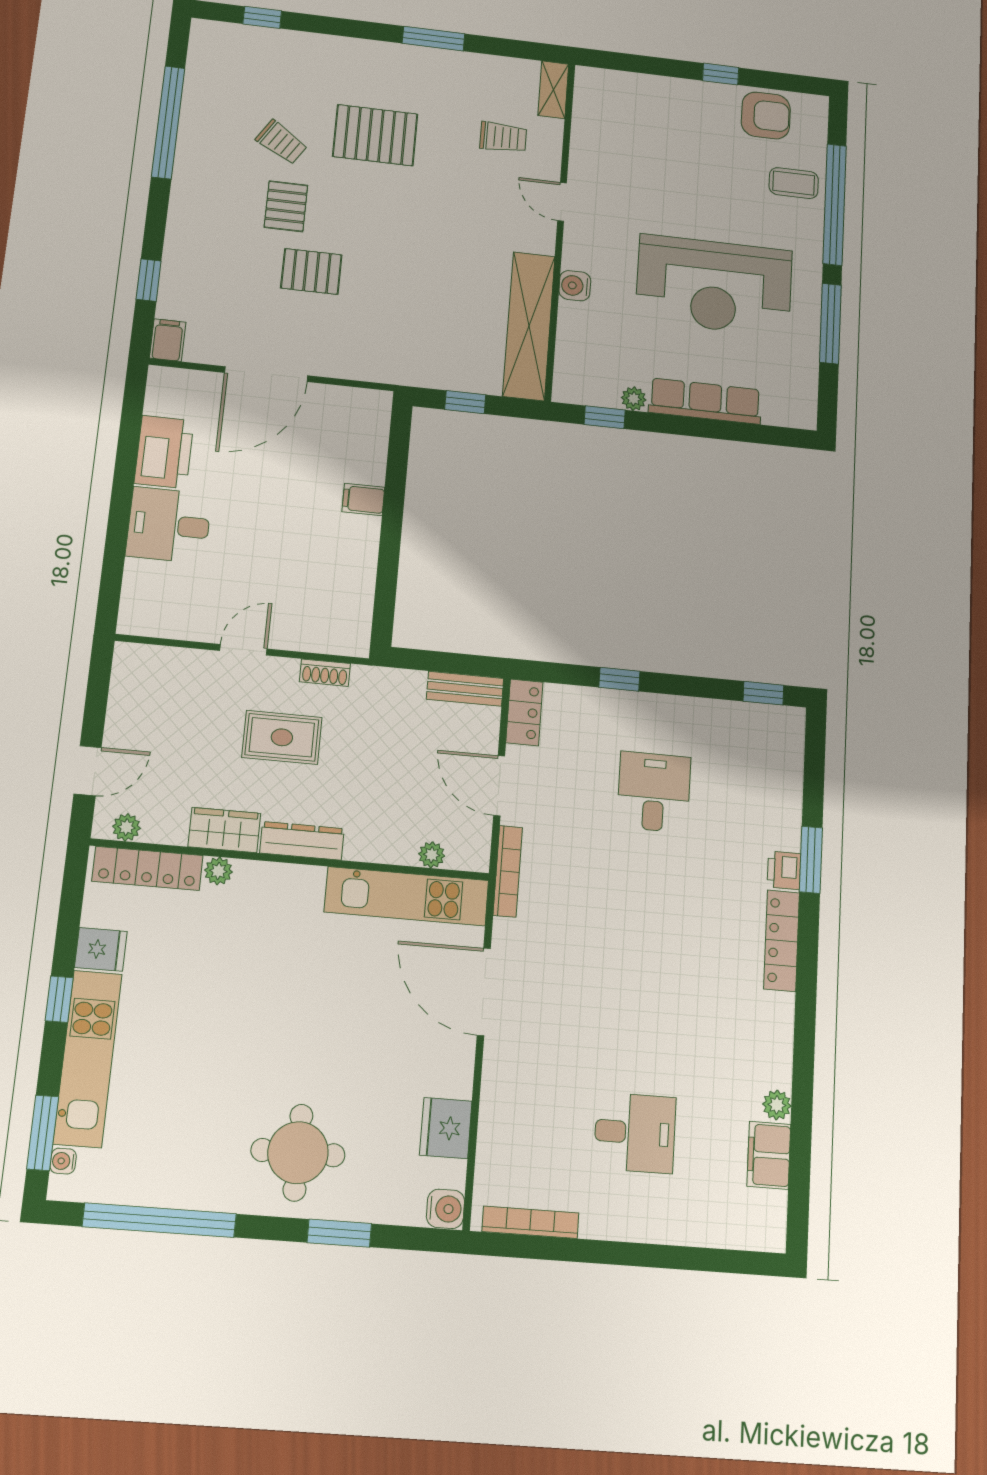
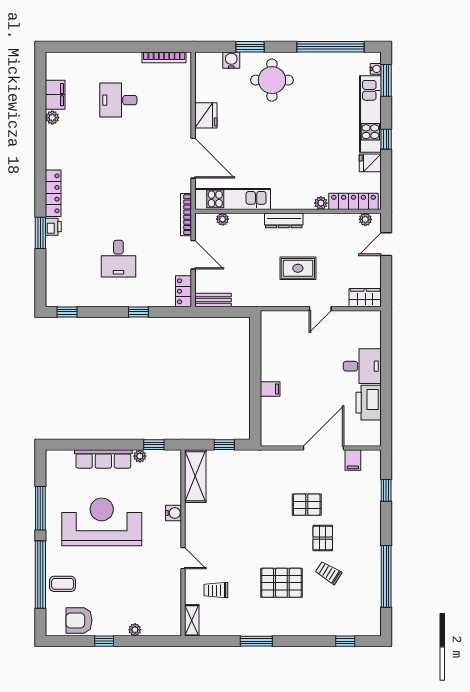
plant: (662, 87) -> (135, 630), added
shelving: (529, 326) -> (195, 476), width x0.68
filing cabinet: (168, 340) -> (353, 460), moved
shoe rack: (325, 673) -> (281, 301), removed
wardrobe: (224, 830) -> (365, 298), moved, turned 180
fridge: (446, 1128) -> (206, 115), moved
water cooler: (445, 1209) -> (231, 60), moved, turned 90

